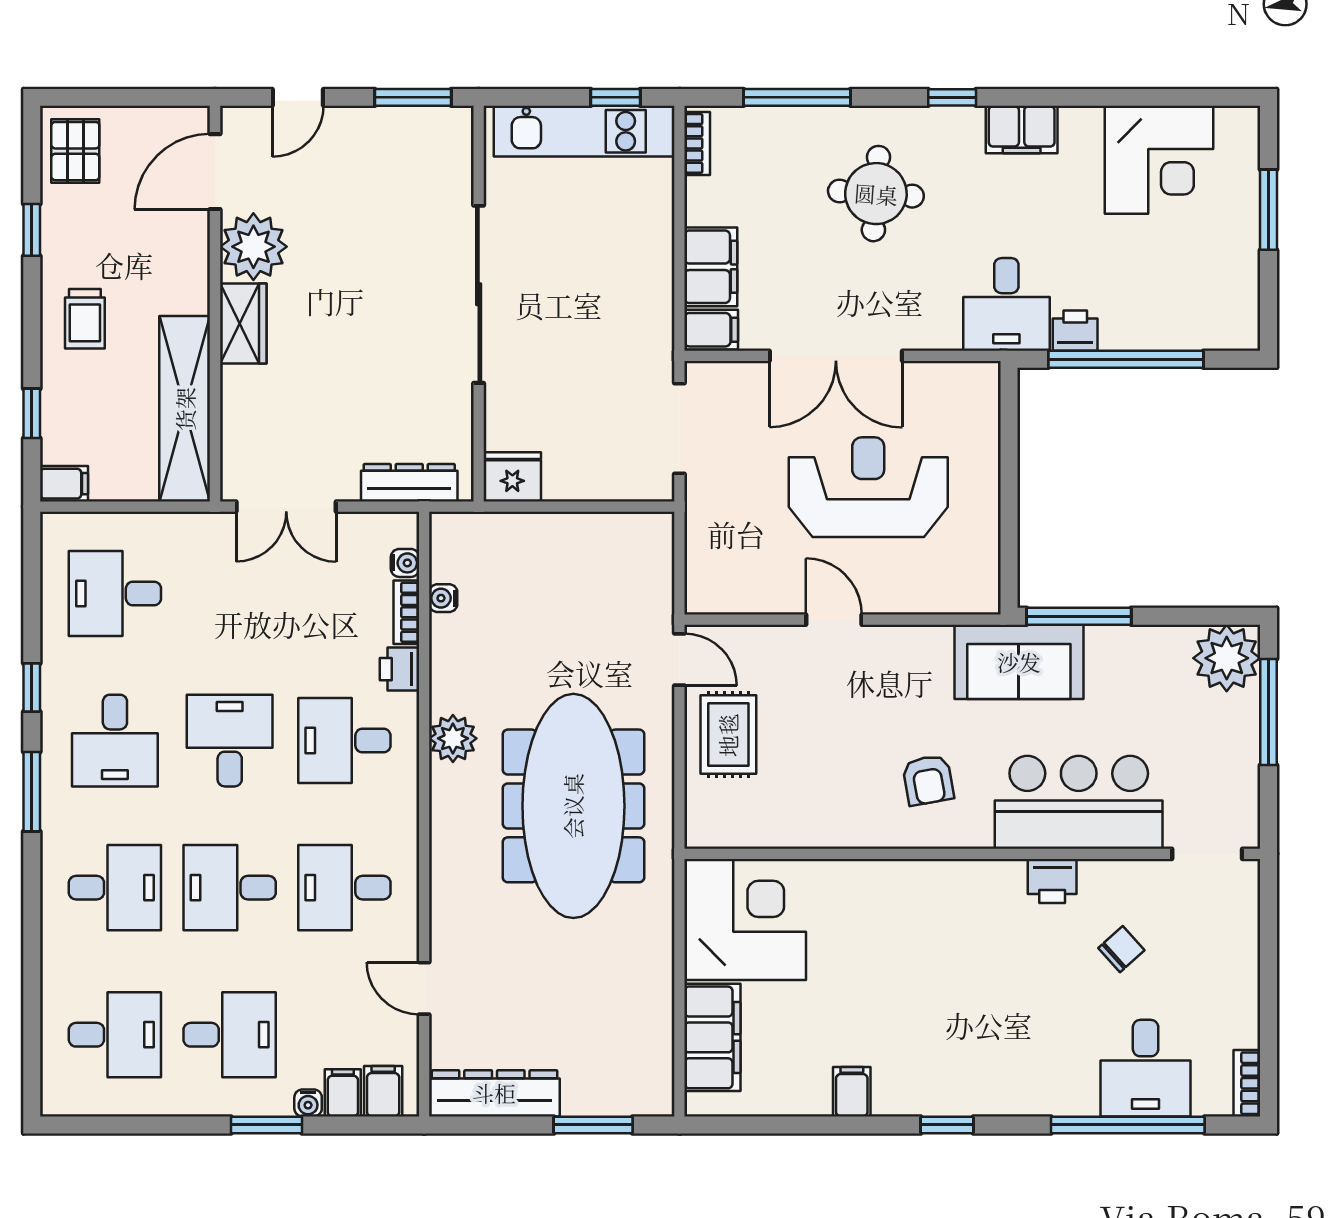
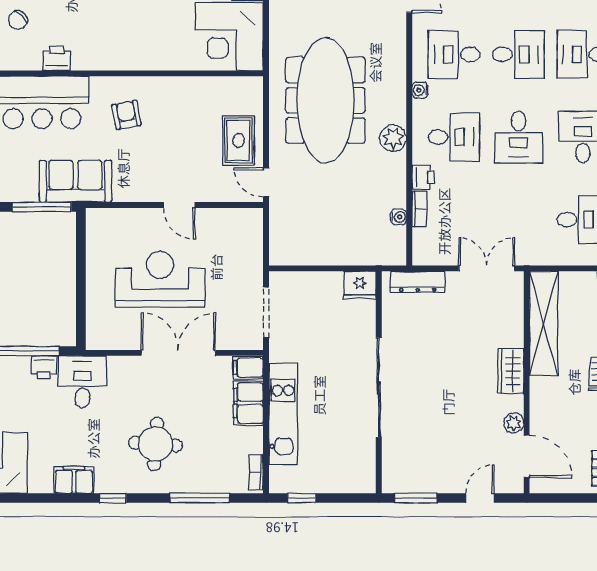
kitchen unit: (584, 131) -> (283, 414), moved, turned 90
door: (215, 172) -> (527, 456), hinge flipped
plant: (253, 247) -> (514, 423), width x0.53, depth x0.53
reception desk: (868, 487) -> (160, 279), turned 180
water cooler: (405, 563) -> (420, 90), moved
desk: (344, 888) -> (454, 54), turned 180

